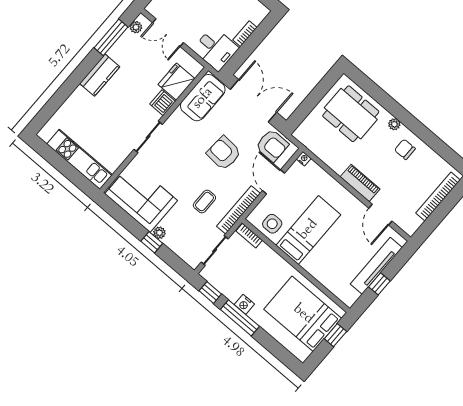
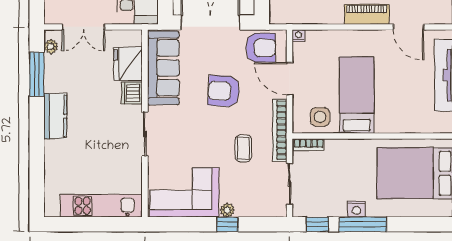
sofa: (203, 98) -> (163, 68), width x1.36

